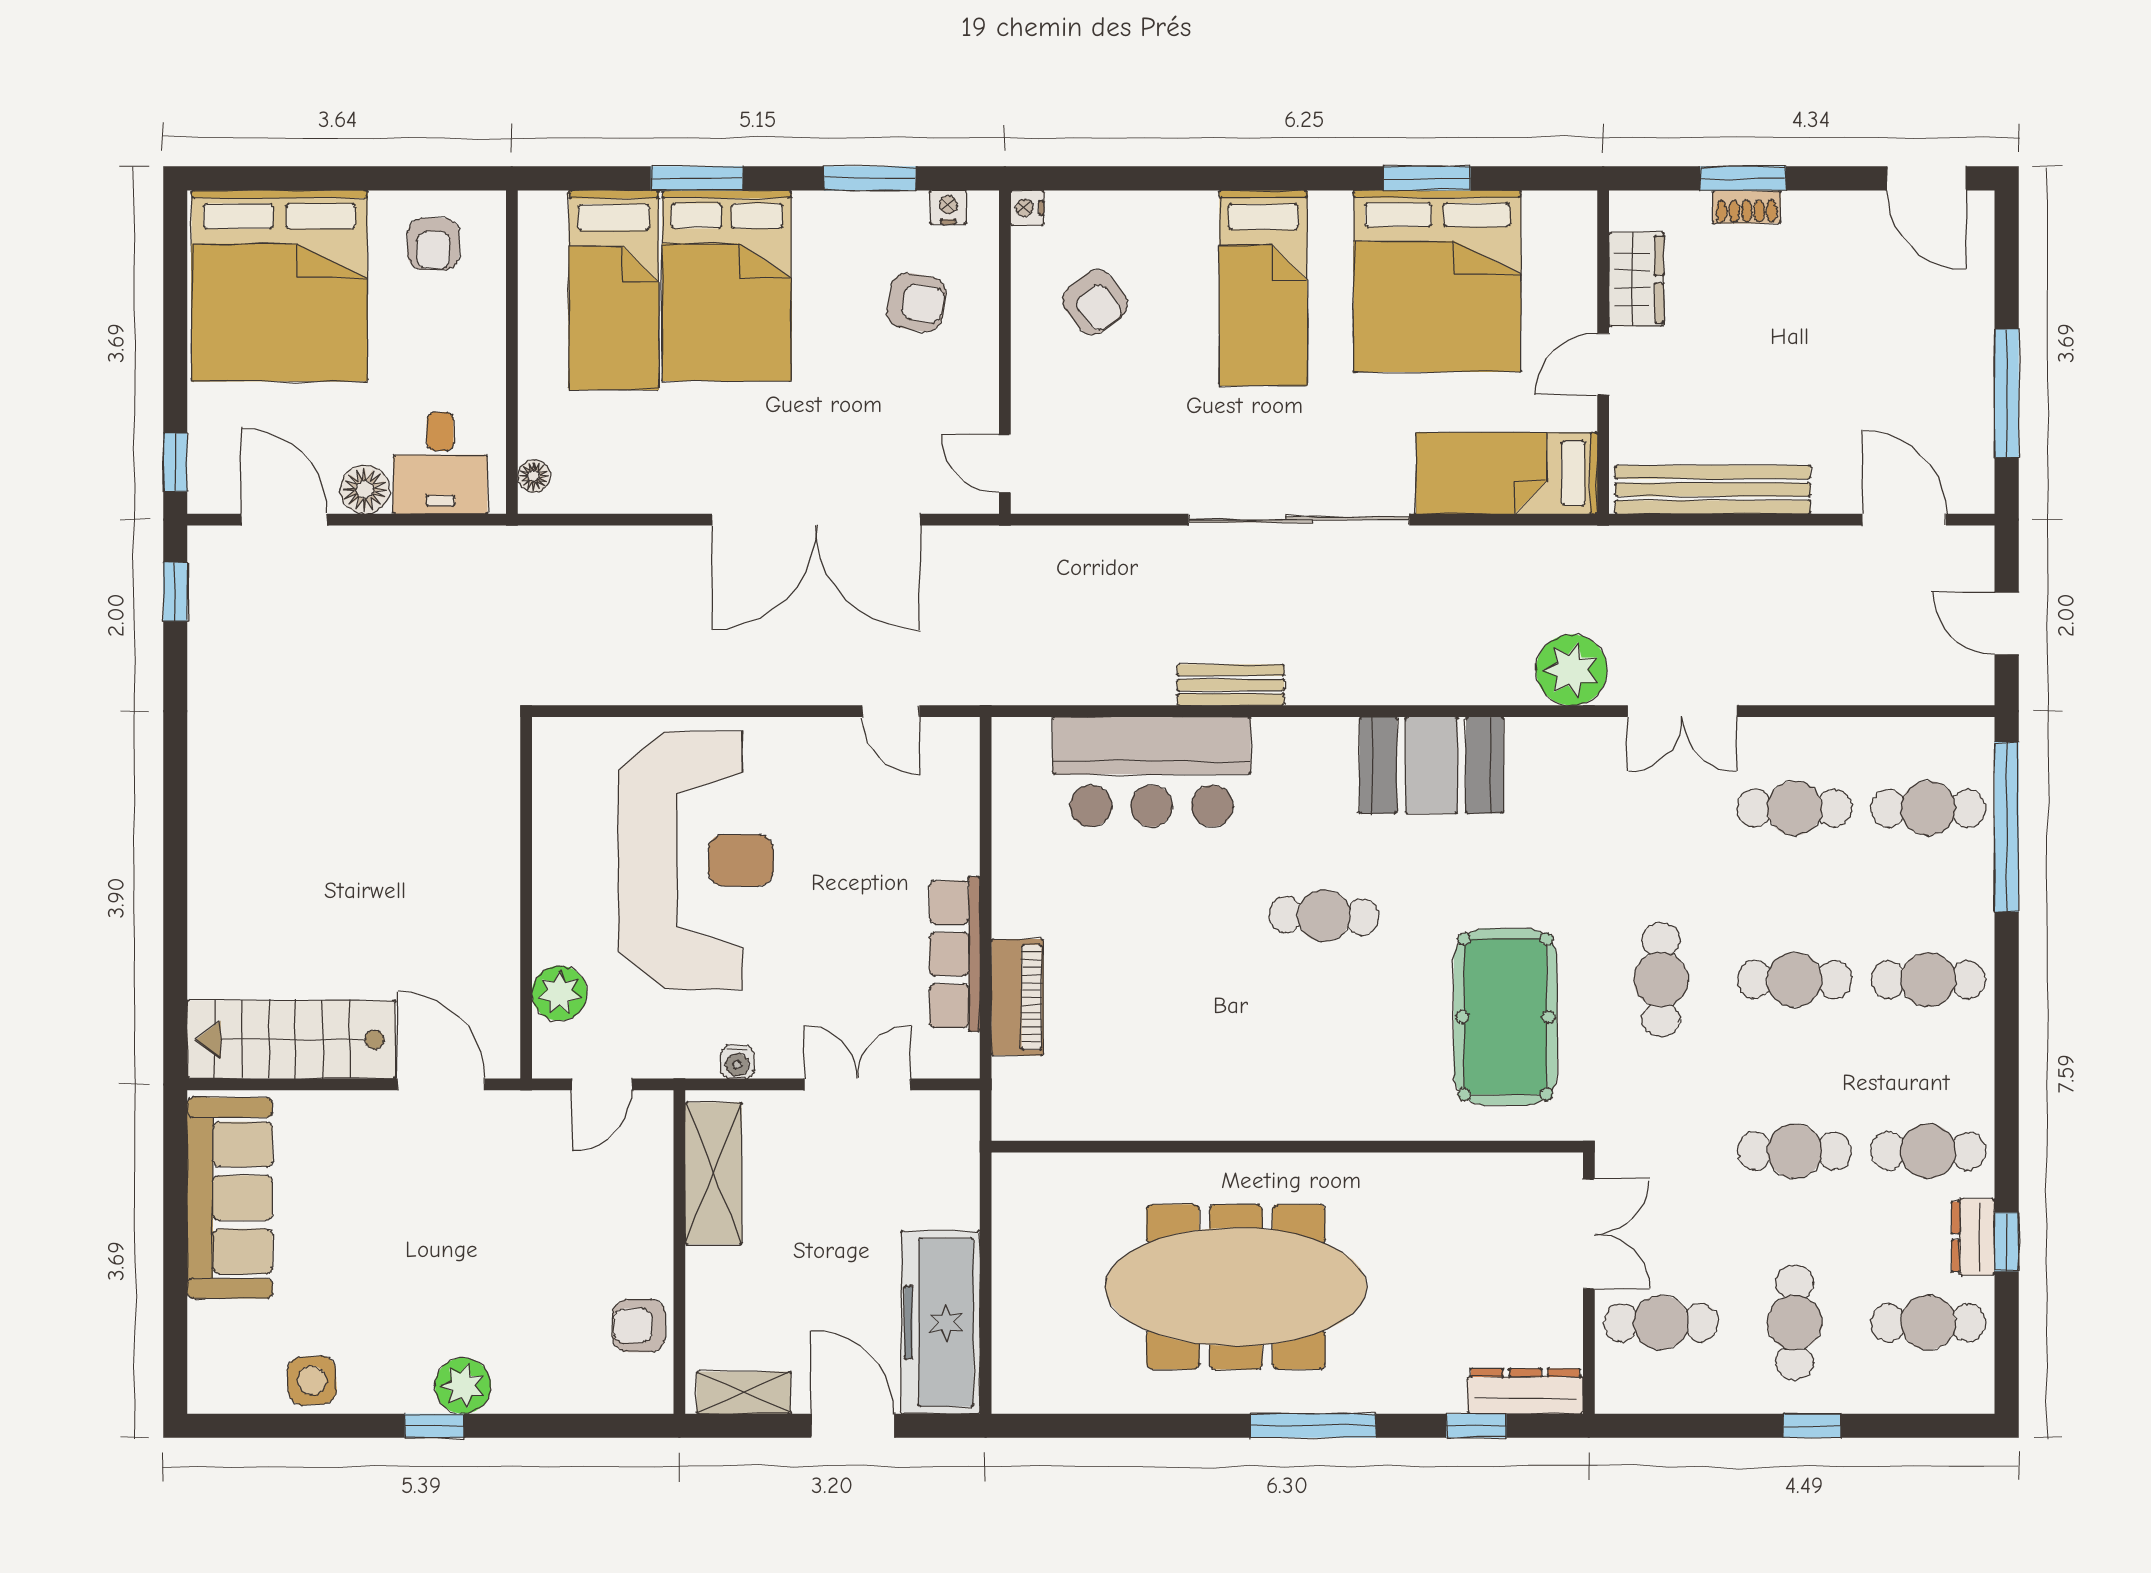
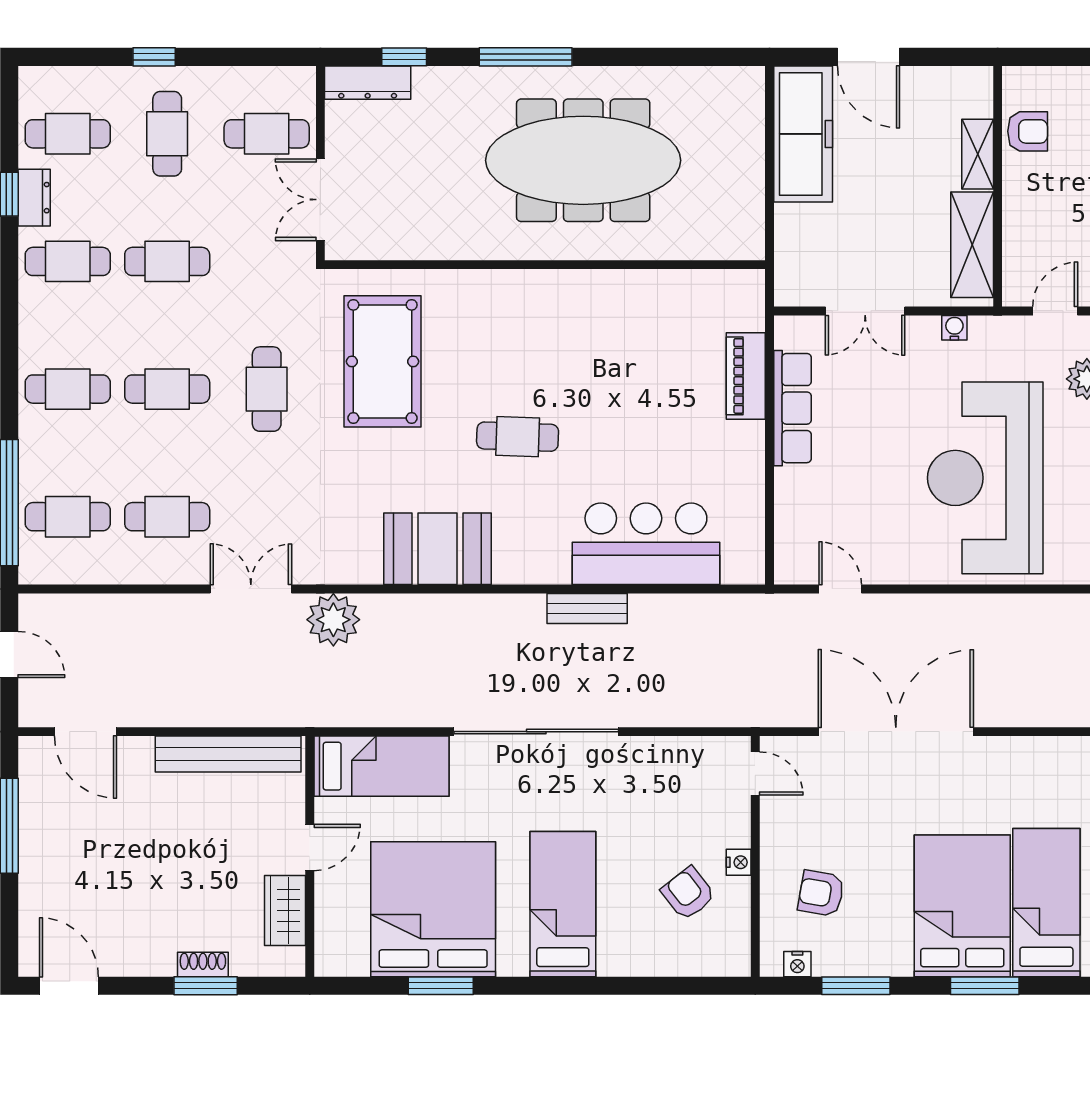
nightstand: (1027, 208) -> (739, 862), moved
shelving: (744, 1393) -> (978, 154), moved, turned 90

